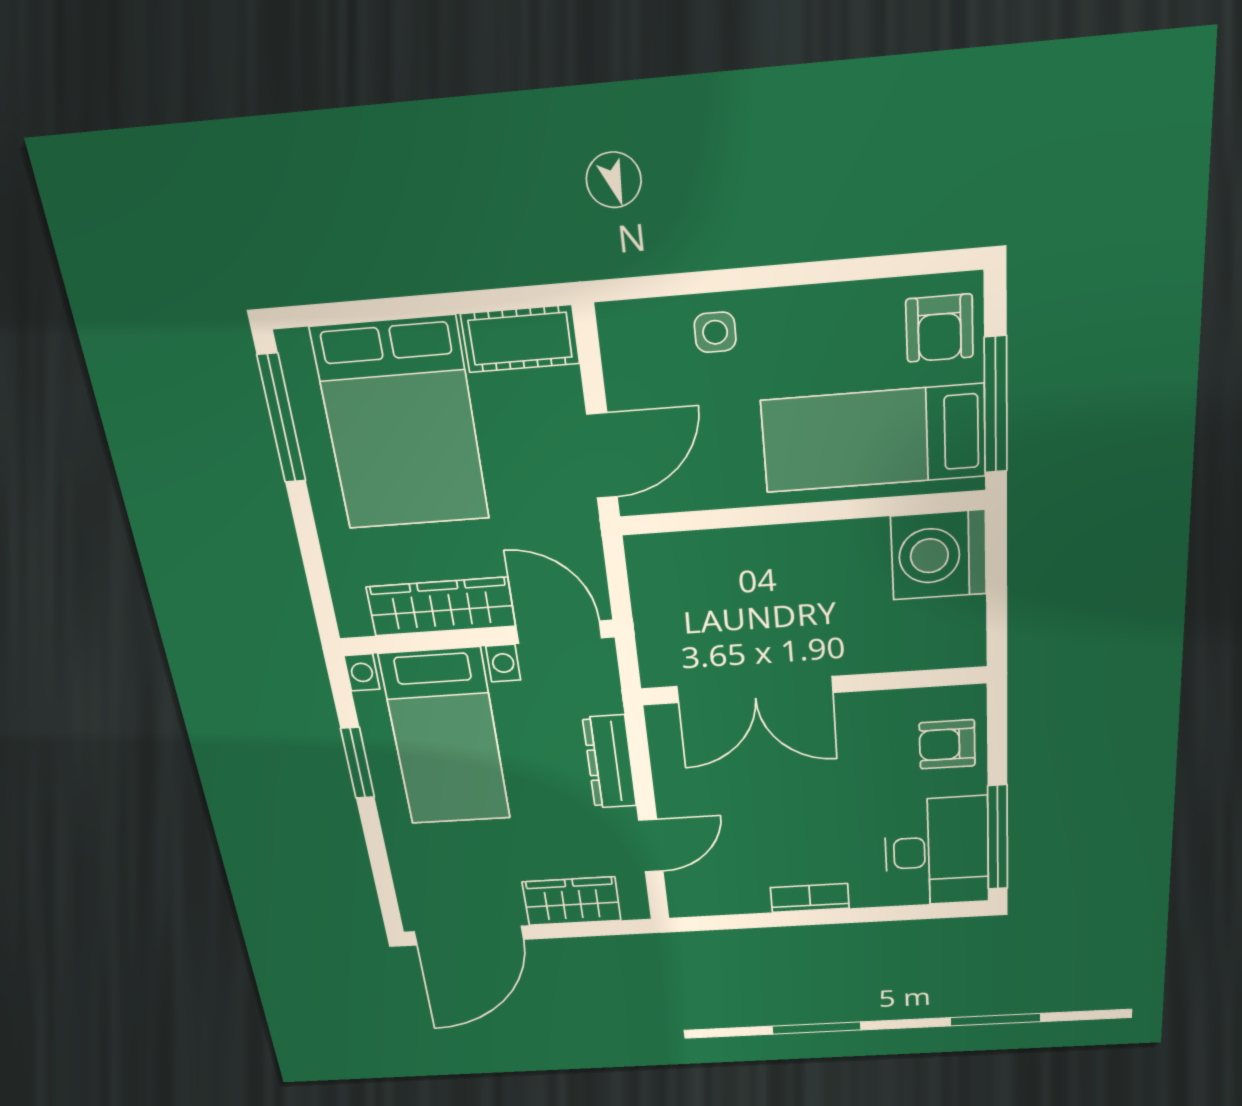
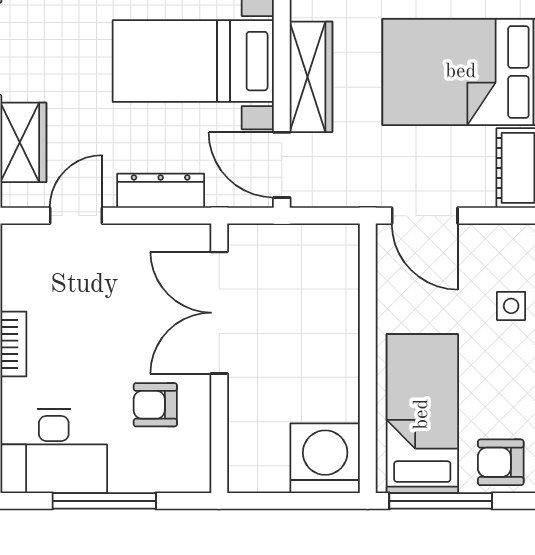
door: (559, 632) -> (282, 165), swing flipped
armchair: (947, 744) -> (155, 405), moved, turned -90
window: (998, 838) -> (104, 501), moved
door: (651, 846) -> (76, 216), swing flipped

